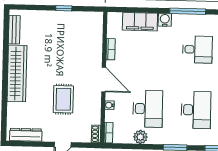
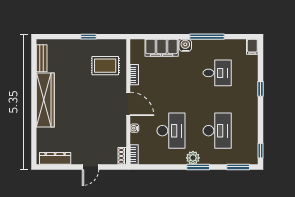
rug: (63, 99) -> (105, 66), moved, turned 90
plant: (140, 137) -> (193, 158), moved

